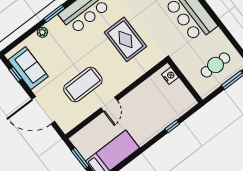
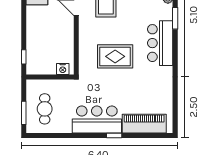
window: (172, 126) -> (24, 57), moved

